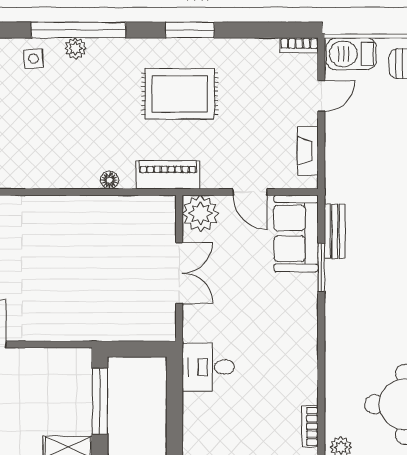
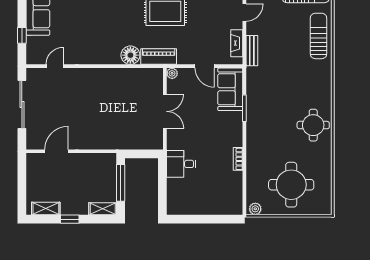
floor lamp: (110, 180) -> (130, 55), width x1.89, depth x1.89
plant: (200, 213) -> (172, 73), width x0.53, depth x0.53
bench: (335, 231) -> (252, 51), moved
bookcase: (310, 426) -> (238, 159), moved

